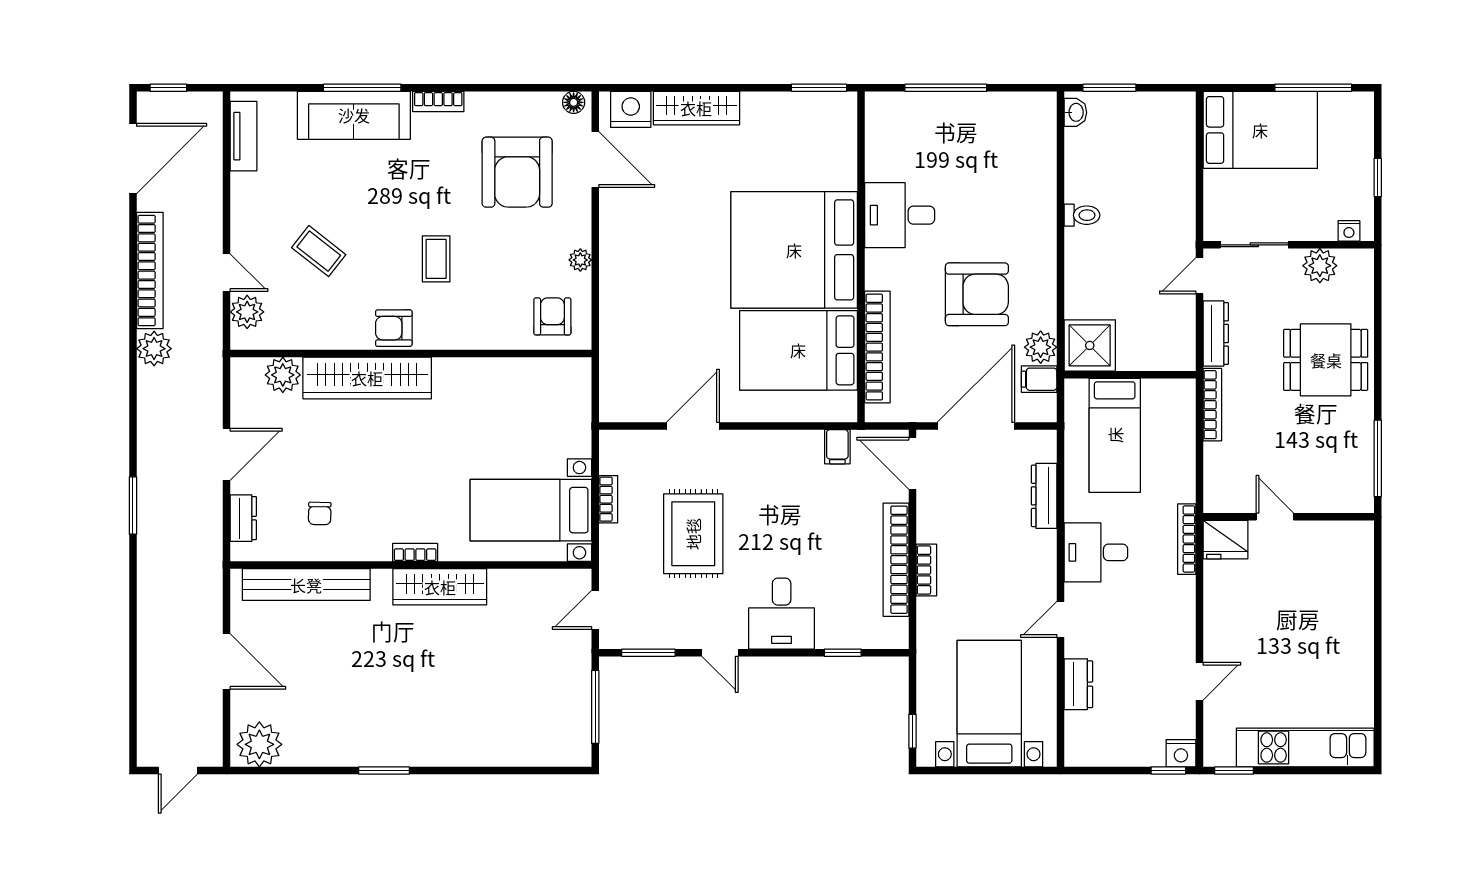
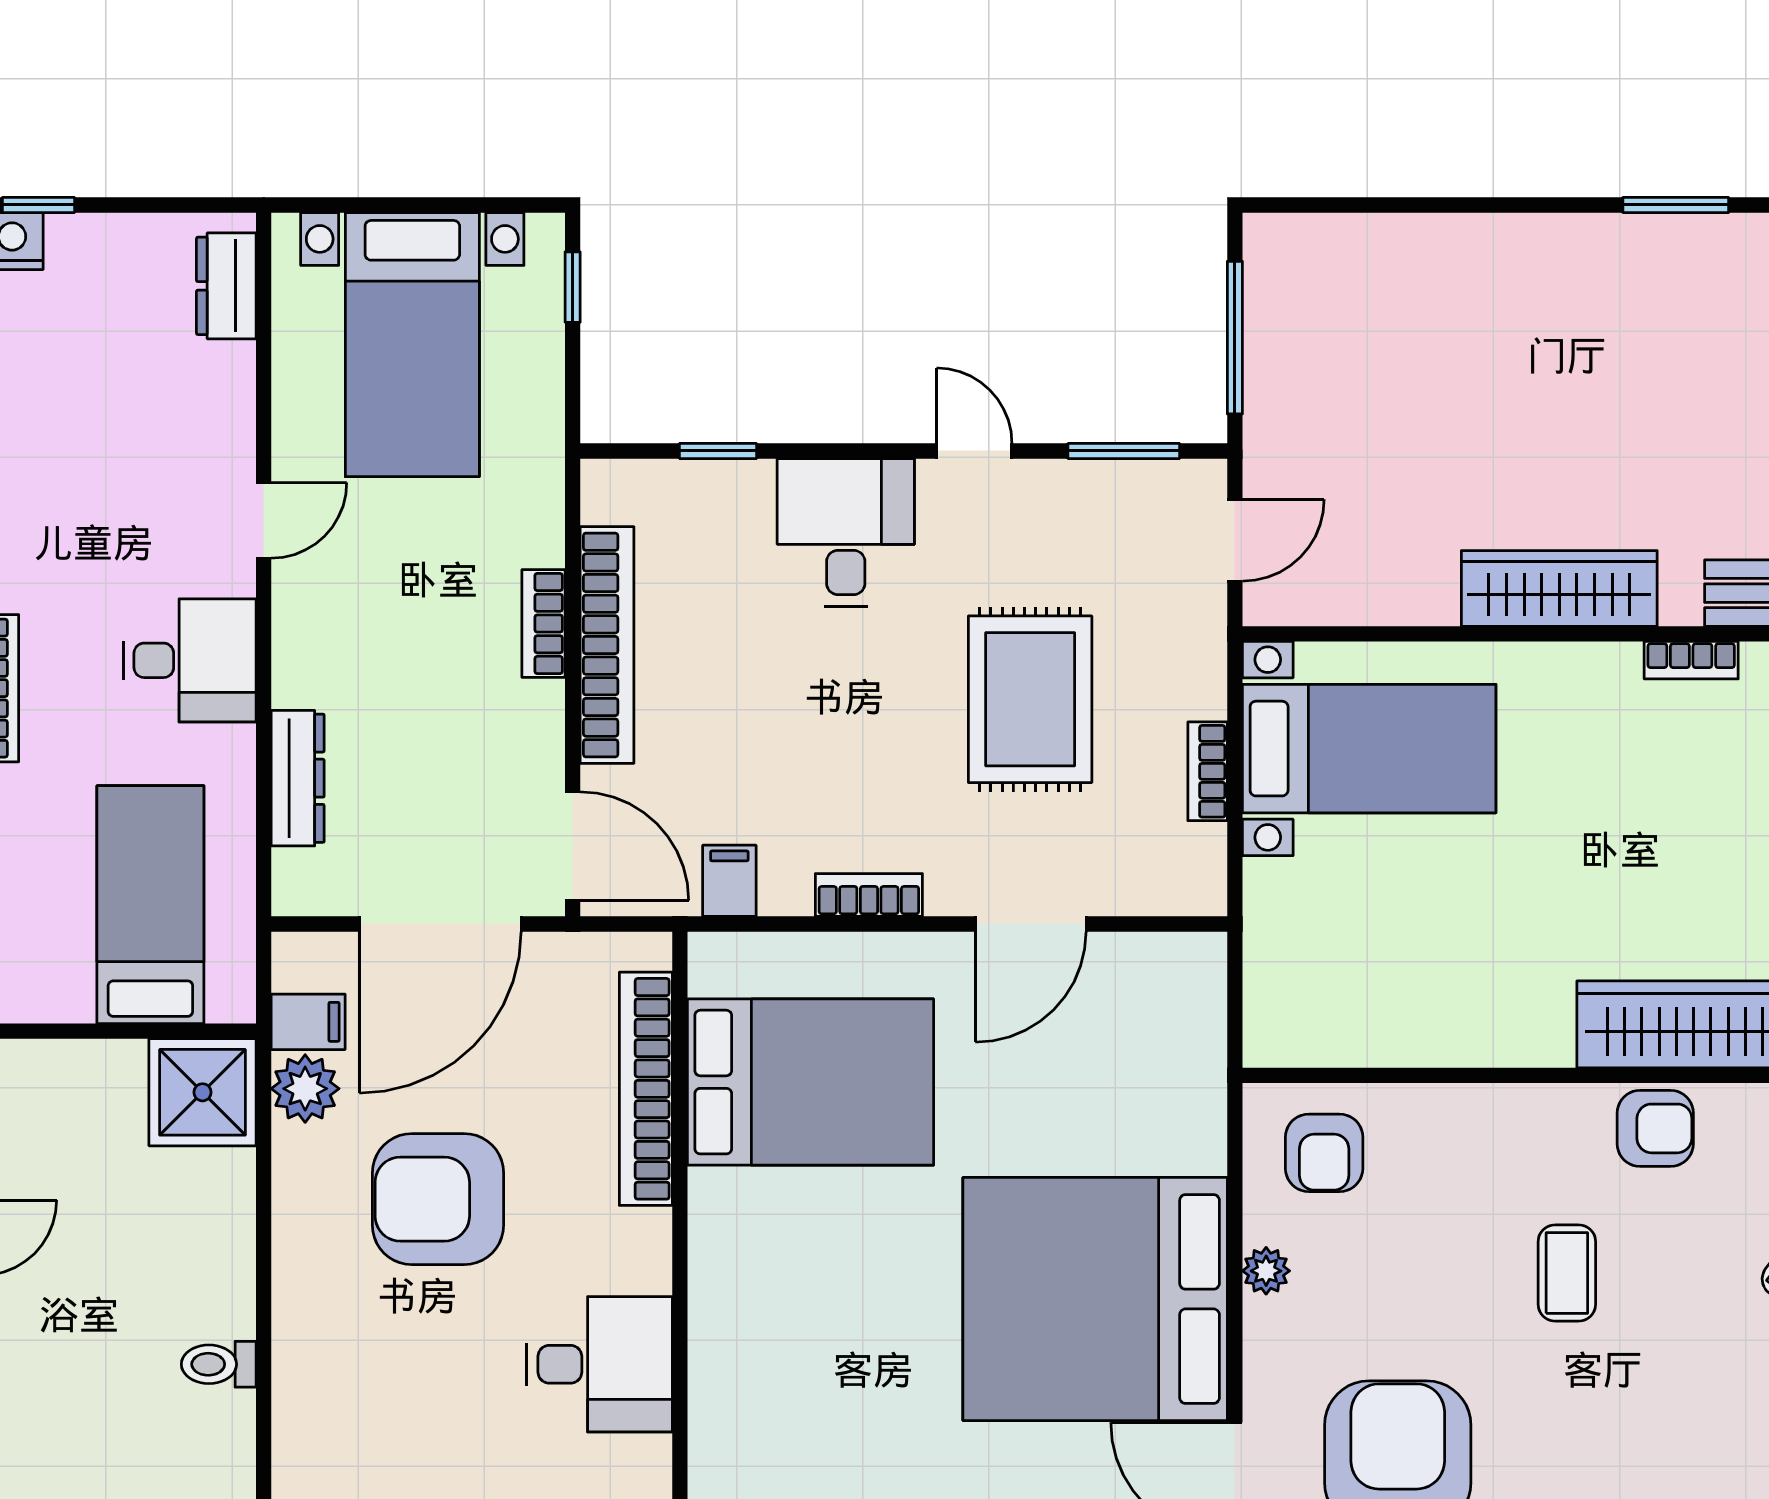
bed: (794, 250) -> (1095, 1299), moved, turned 180
bookcase: (770, 440) -> (869, 895), added
bookcase: (415, 552) -> (1691, 660), moved
dresser: (1078, 684) -> (226, 286), moved

